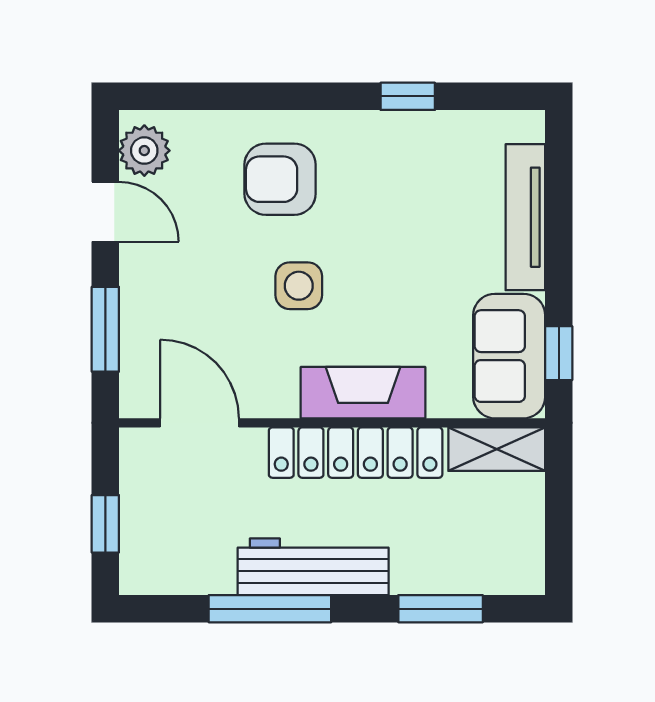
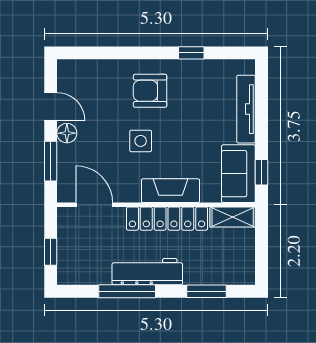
plant: (144, 151) -> (69, 78), removed
armchair: (280, 179) -> (150, 91), moved
floor lamp: (140, 269) -> (67, 133), added

